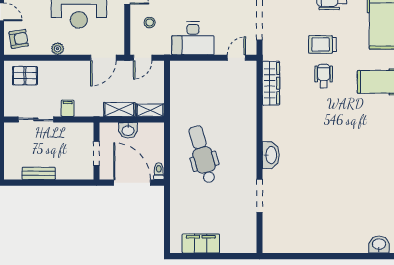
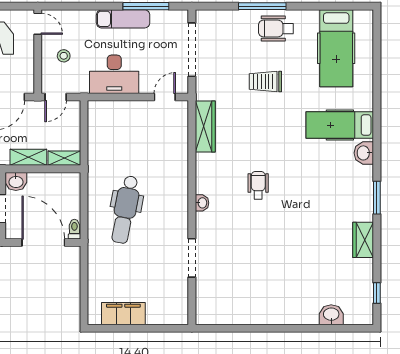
wheelchair: (324, 76) -> (258, 185), moved
washbasin: (128, 130) -> (16, 181), moved
dental chair: (202, 154) -> (125, 210), turned -153
washbasin: (271, 155) -> (202, 203), width x0.52, depth x0.69

